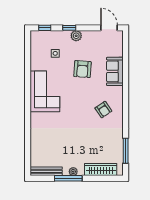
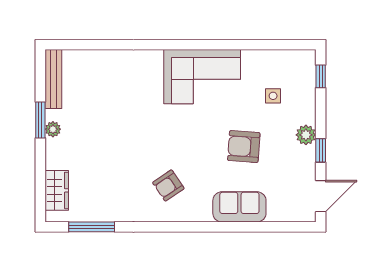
window: (69, 28) -> (321, 150), moved
wardrobe: (101, 170) -> (57, 190), width x0.67
window: (68, 178) -> (40, 120), width x0.69

